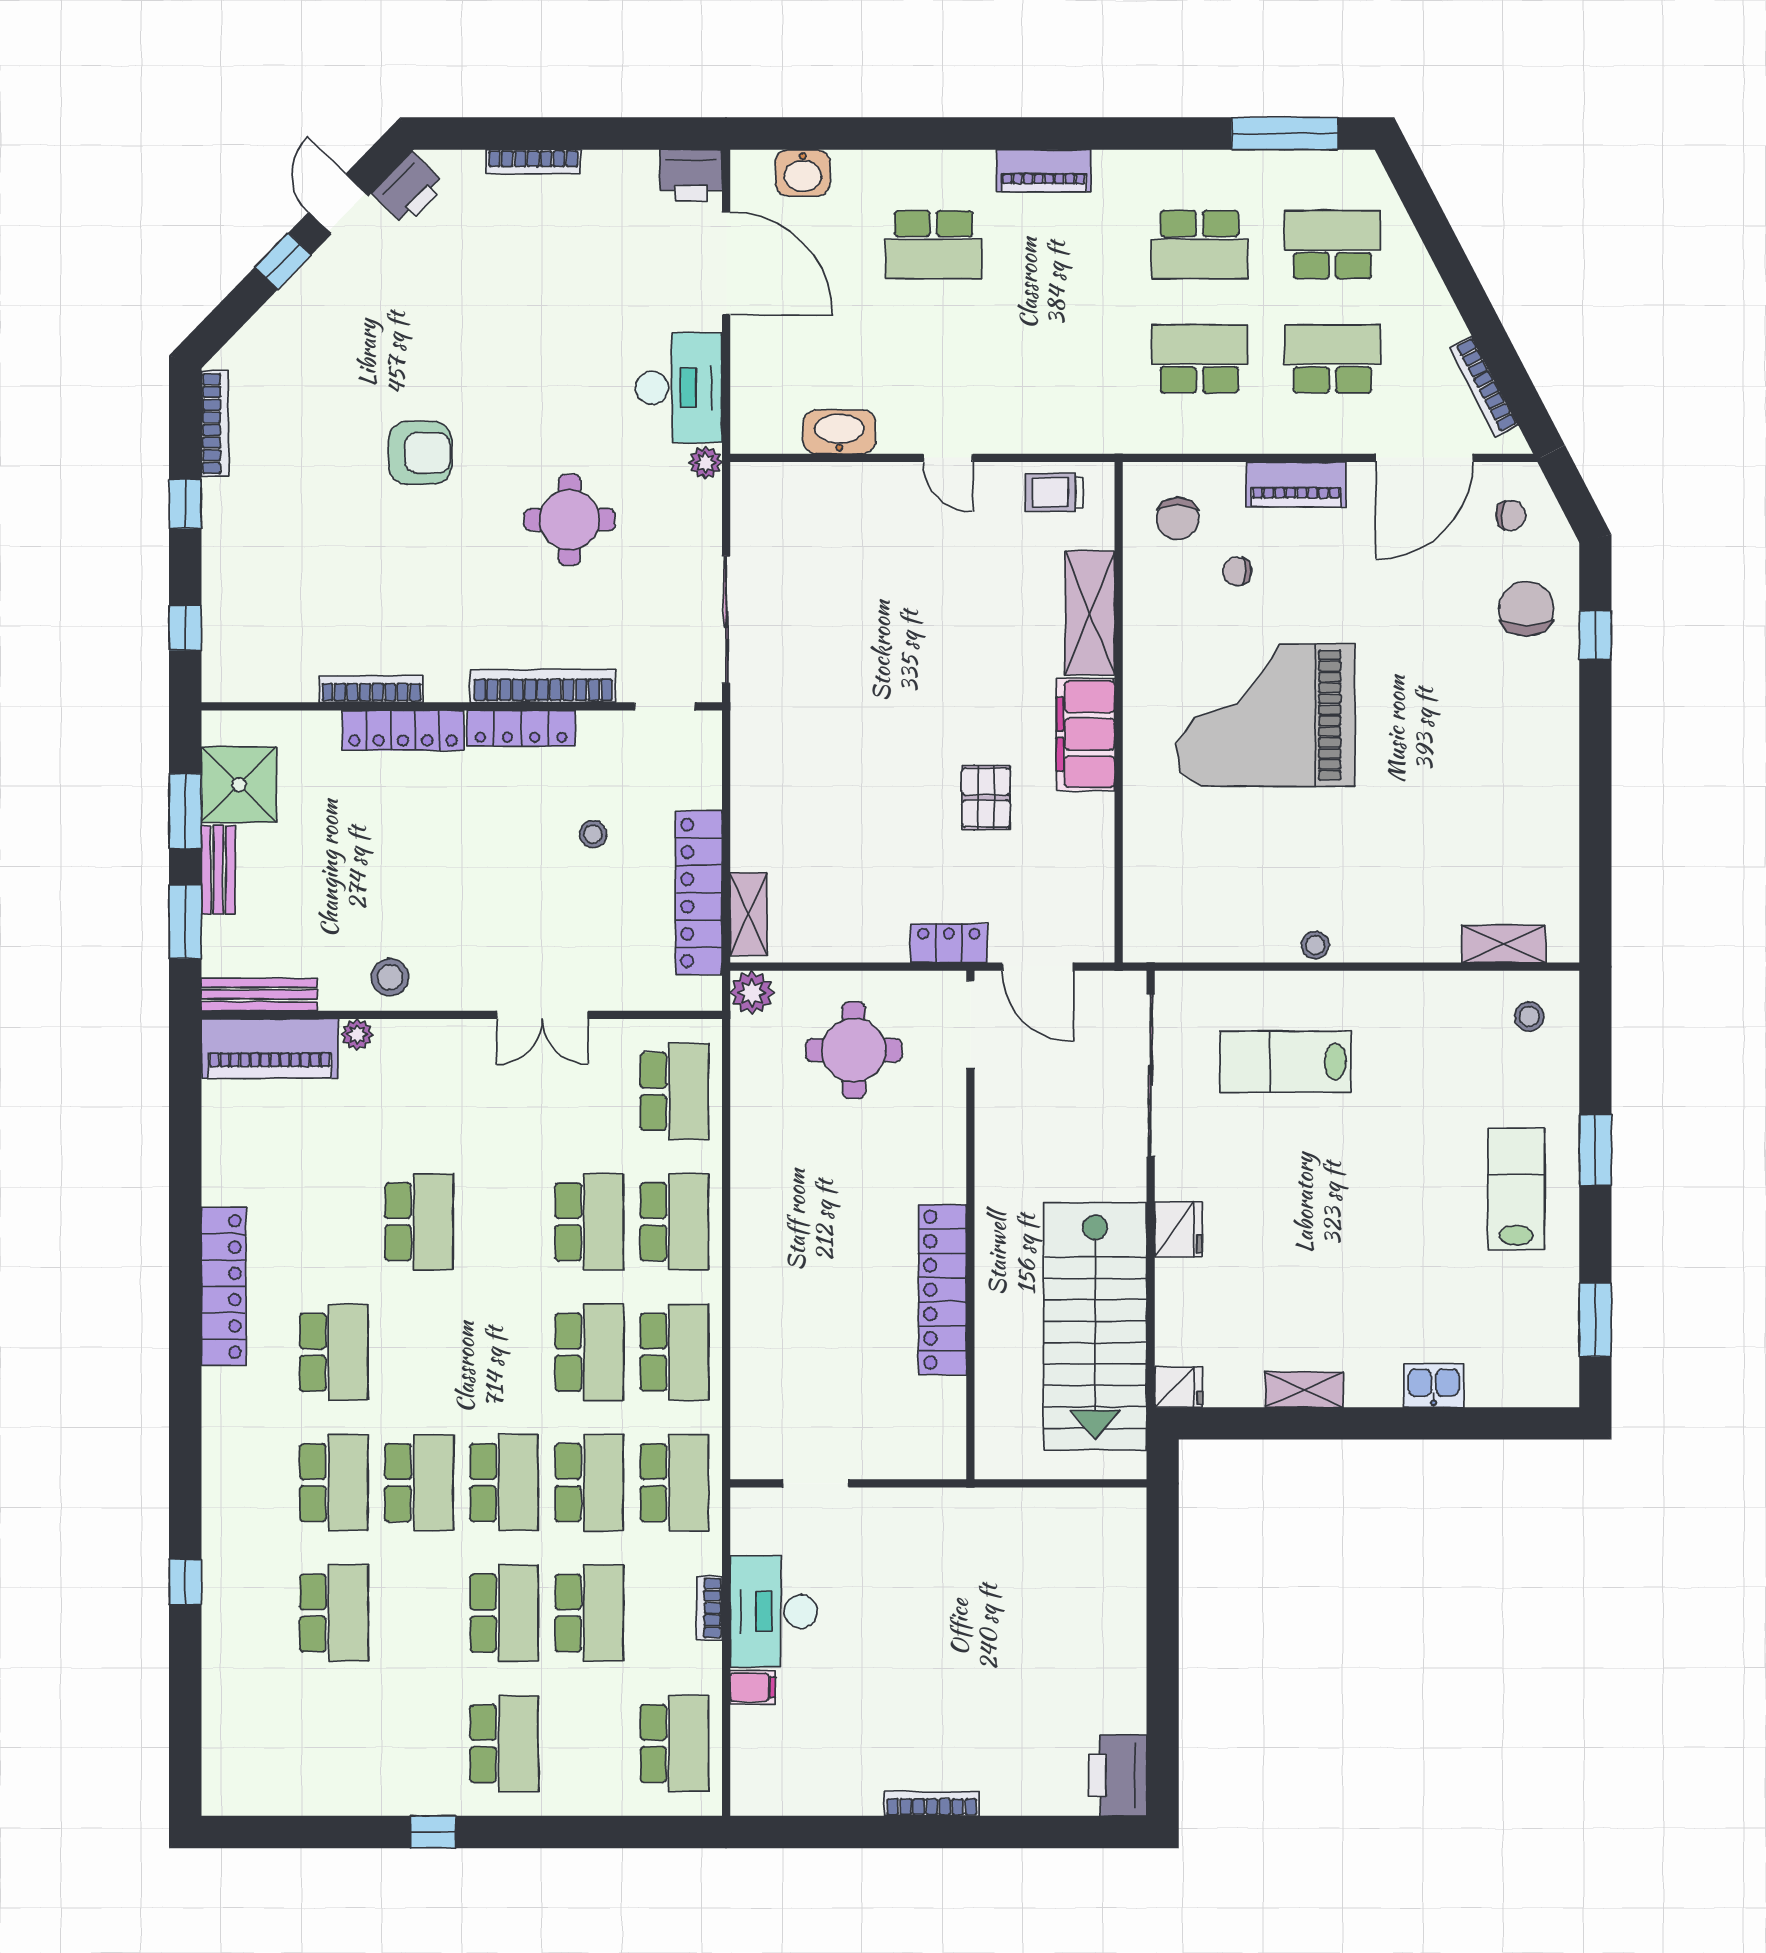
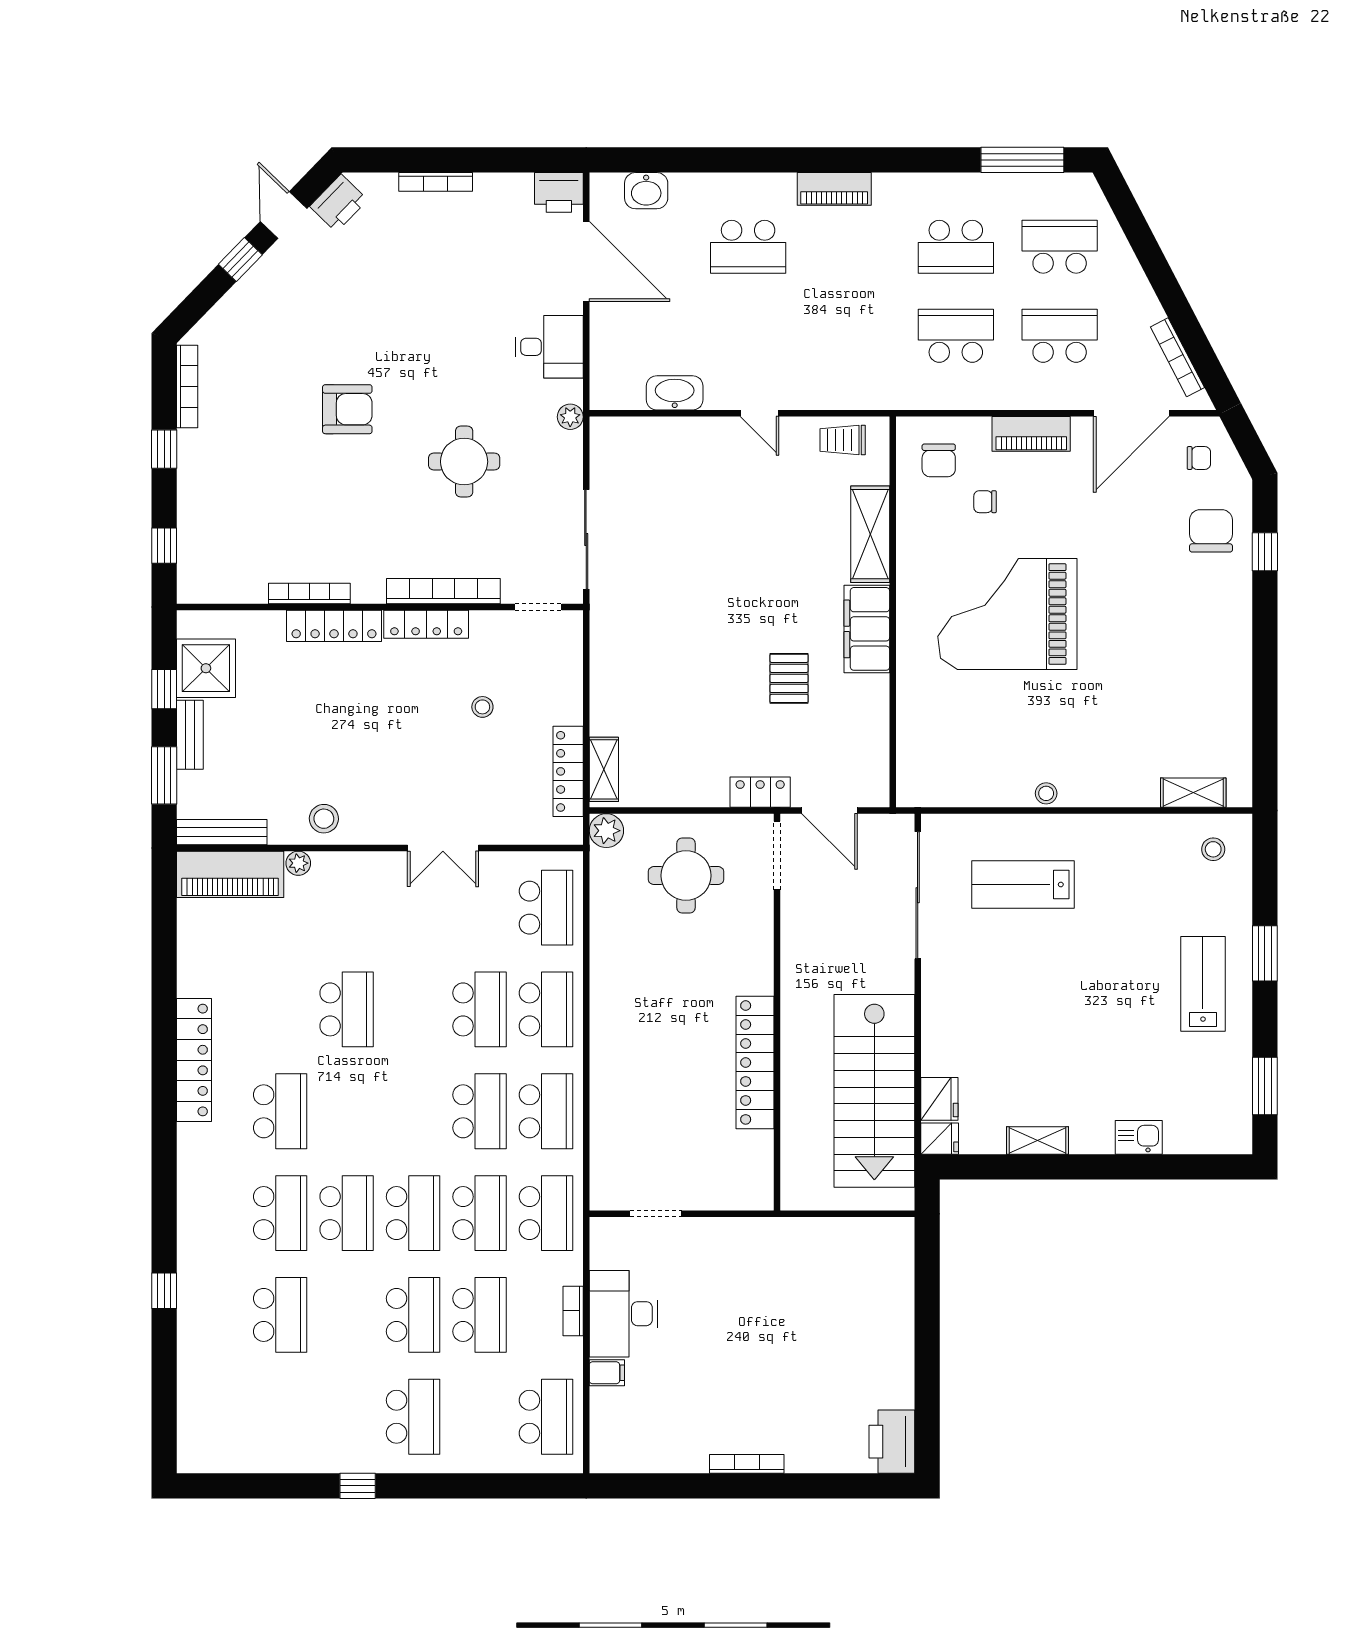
desk: (679, 388) -> (549, 347), width x0.73
window: (185, 811) -> (164, 689), width x0.67
locker: (699, 893) -> (568, 771), width x0.71, depth x0.83
fridge: (1178, 1229) -> (939, 1099), moved

